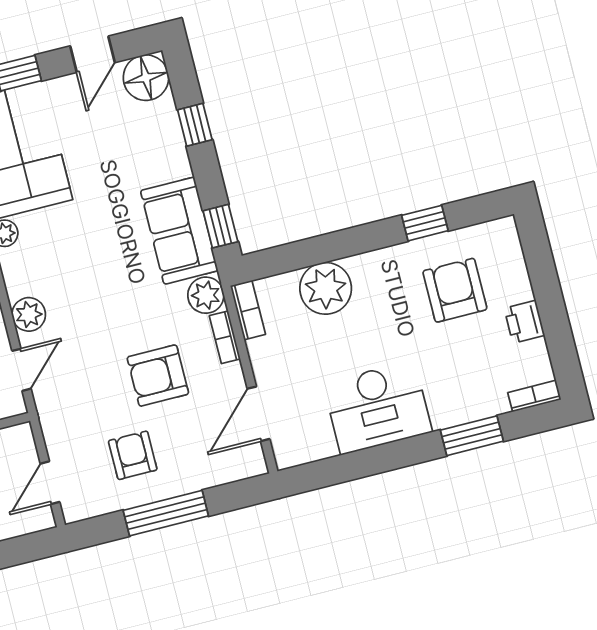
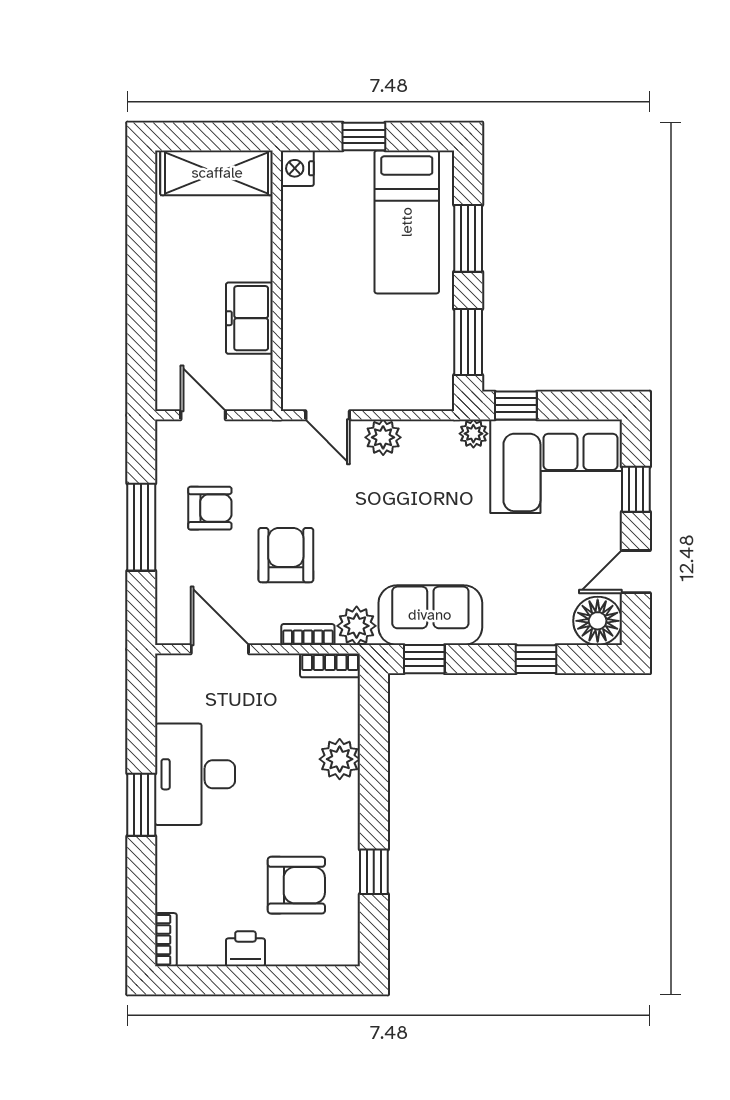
door: (93, 54) -> (636, 572), hinge flipped
plant: (326, 288) -> (340, 759), width x0.73, depth x0.73
window: (472, 436) -> (141, 805), moved

